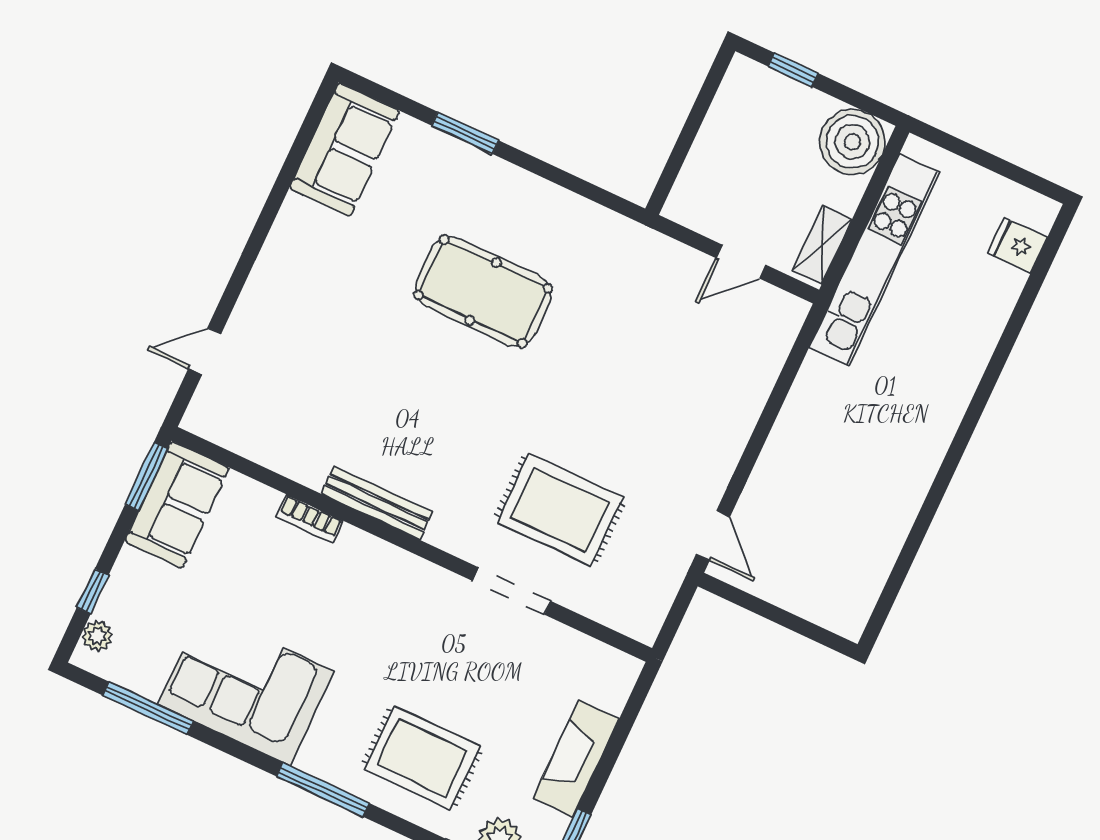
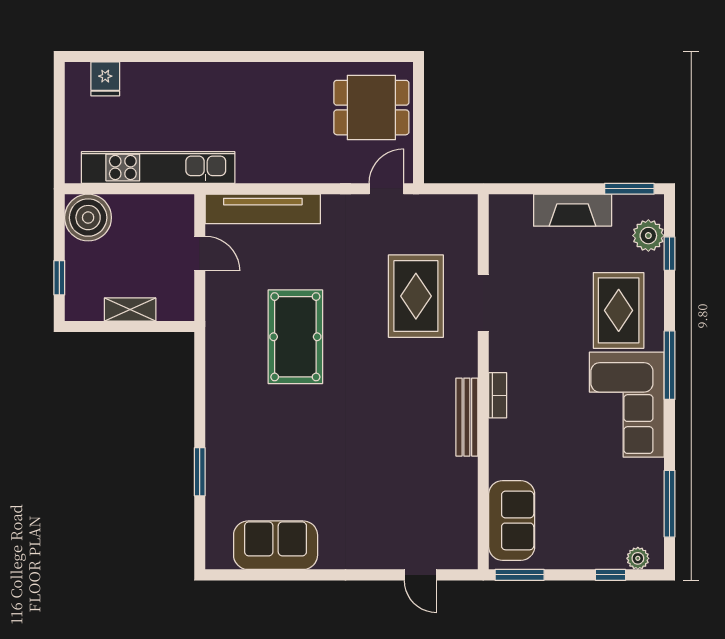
sofa: (344, 150) -> (276, 545), moved
shelving: (822, 245) -> (130, 310), moved
pool table: (483, 292) -> (295, 337), moved
tv unit: (760, 368) -> (263, 209), added
sofa: (177, 504) -> (512, 520), moved, turned 90
bookcase: (310, 519) -> (498, 395), moved
dining table: (824, 565) -> (371, 108), added
corner sofa: (246, 688) -> (627, 405), moved

